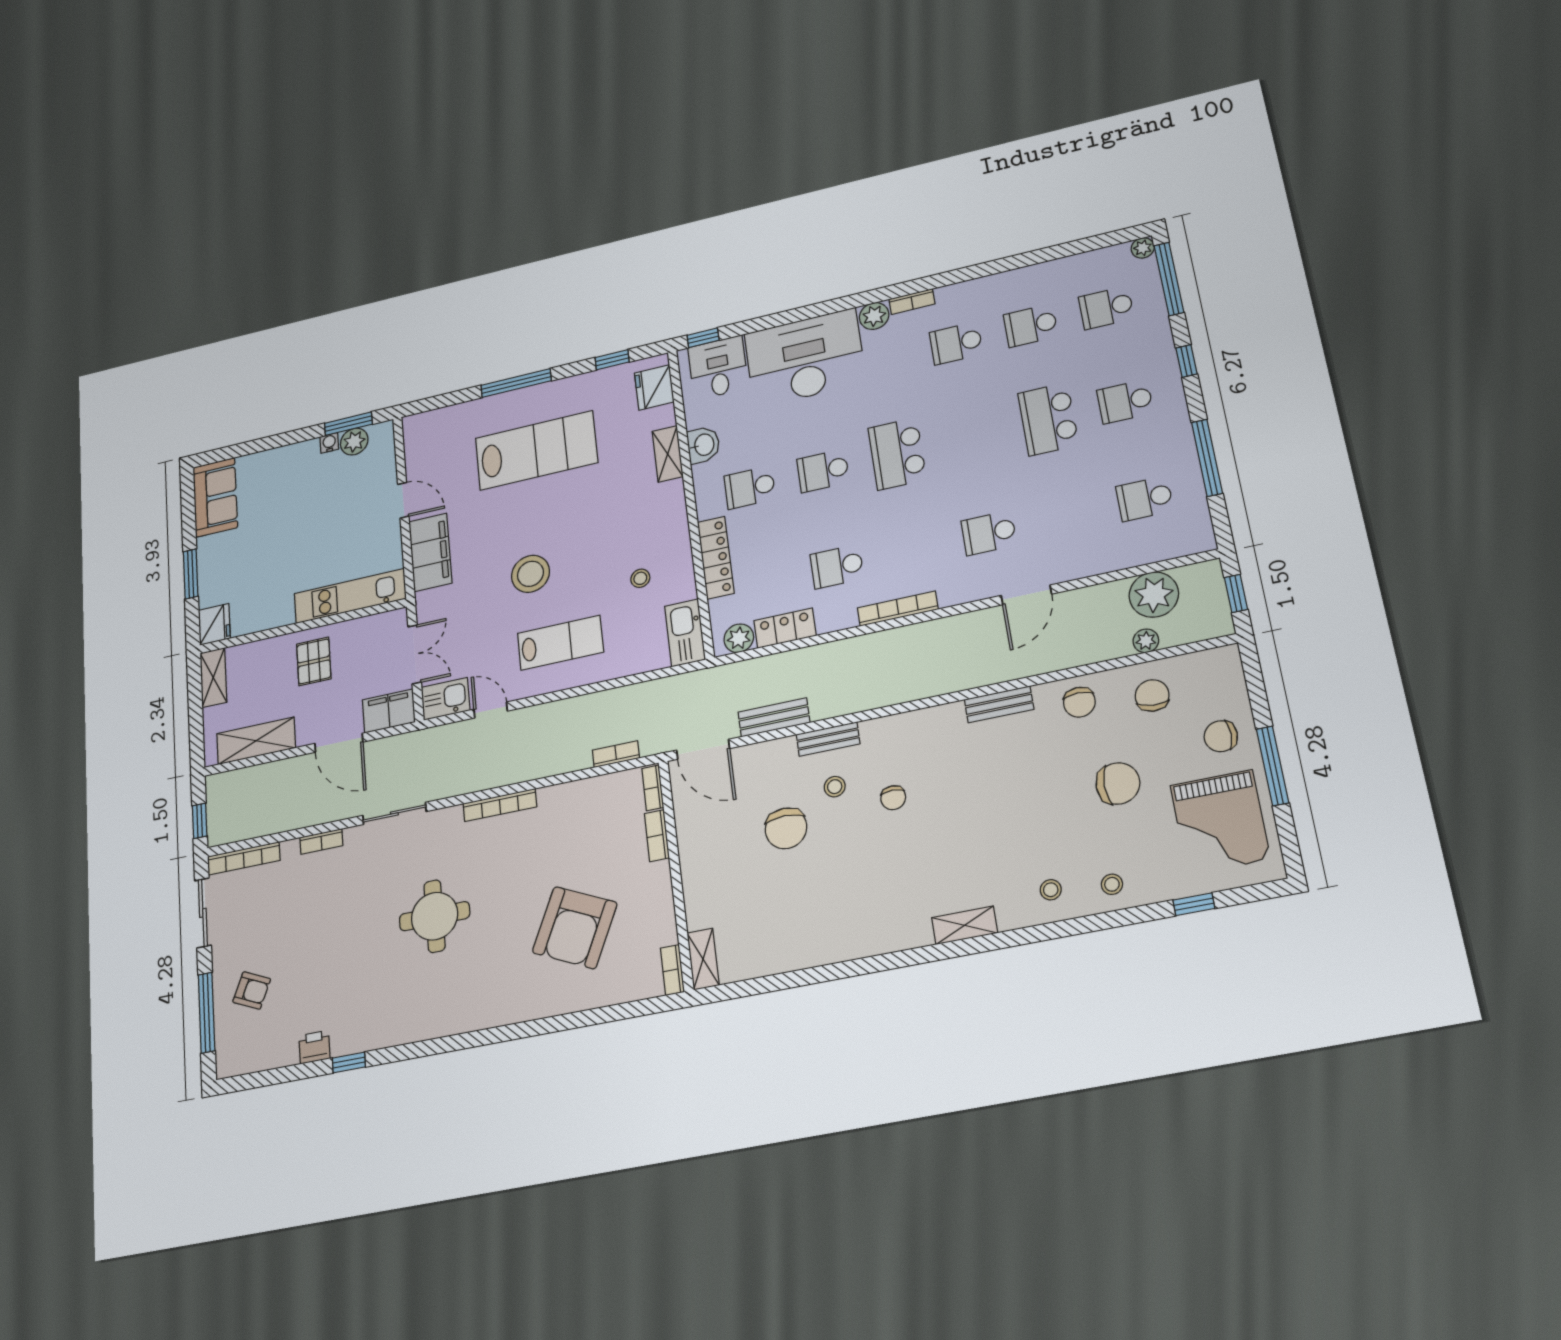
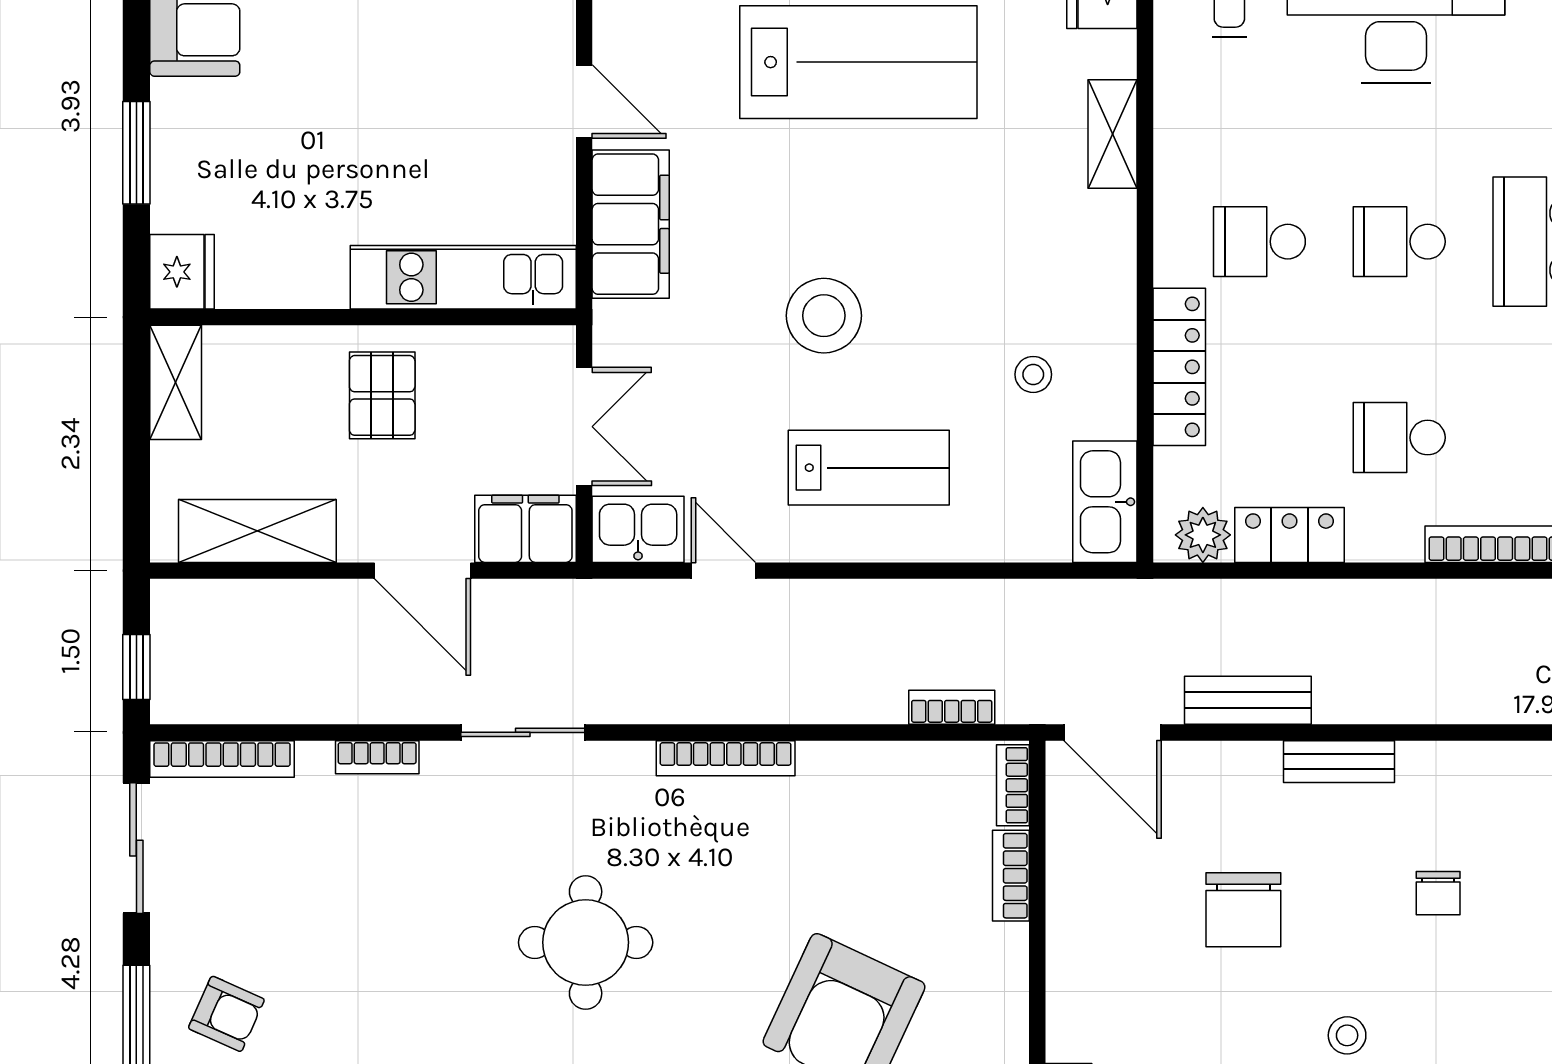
washbasin: (703, 445) -> (1183, 133), removed
stool: (835, 787) -> (1347, 1035), moved

